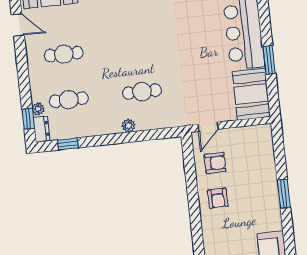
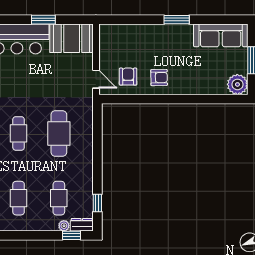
cafe table: (137, 46) -> (19, 133), added
cafe table: (142, 92) -> (59, 133), width x1.37, depth x1.35
plant: (128, 126) -> (87, 149), removed
window: (284, 194) -> (177, 20), moved

